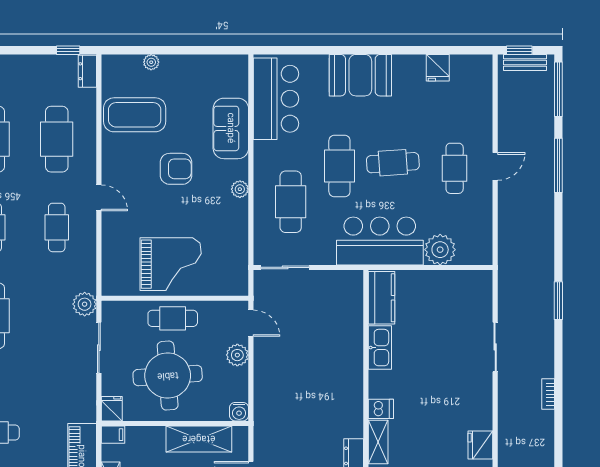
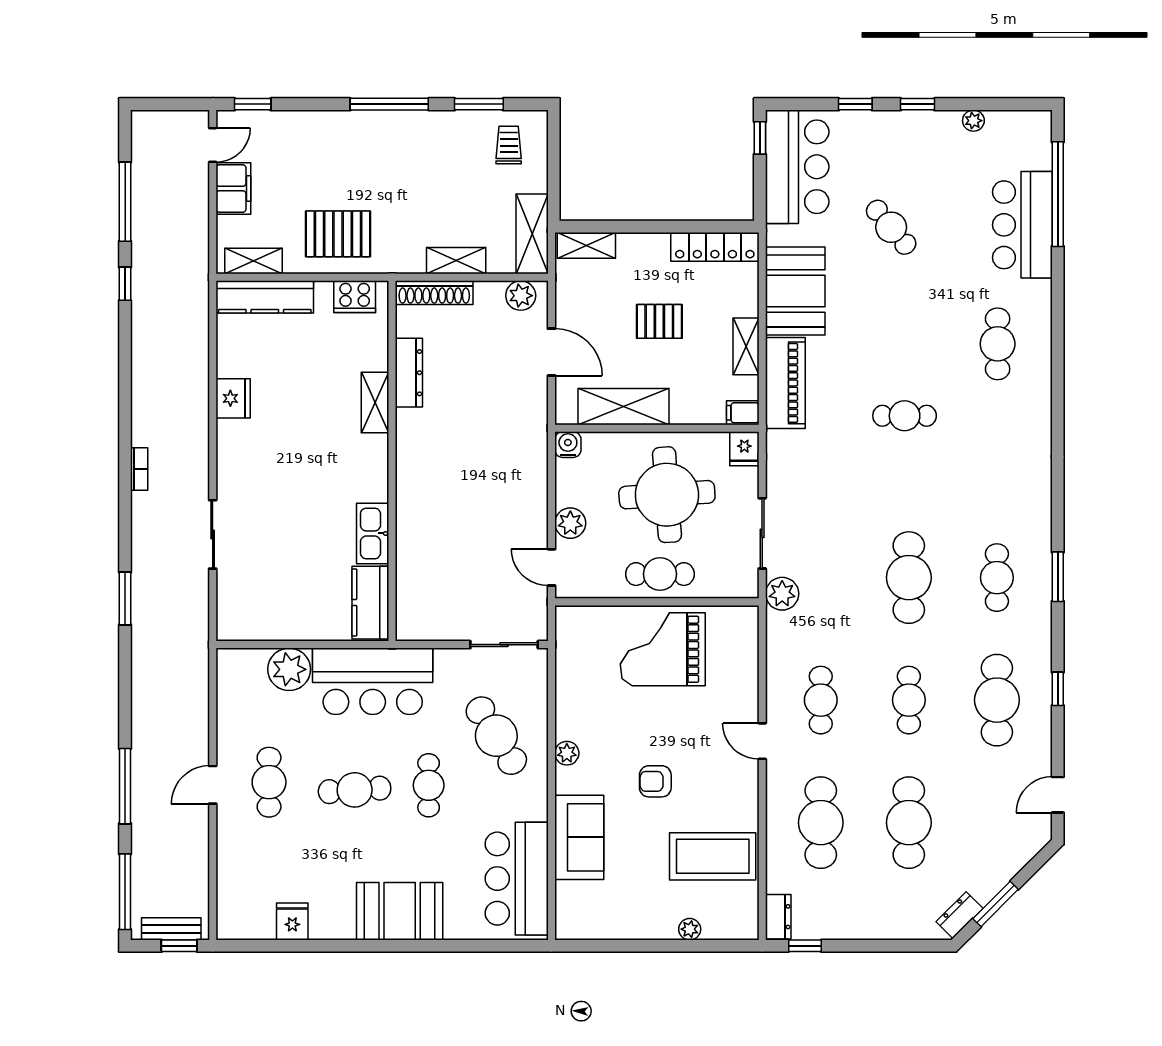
cafe table: (339, 166) -> (429, 785), width x0.73, depth x0.74
armchair: (176, 169) -> (655, 781), width x0.72, depth x0.72
cafe table: (291, 202) -> (496, 736), turned -32
dishwasher: (381, 409) -> (371, 449), removed

